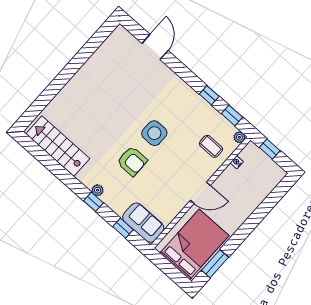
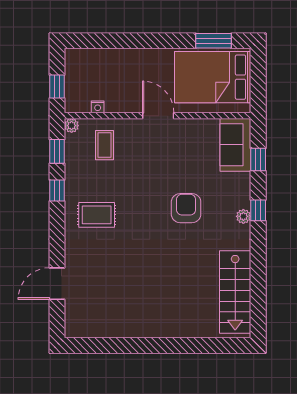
rug: (174, 106) -> (97, 215), added
side table: (154, 133) -> (140, 211), removed

